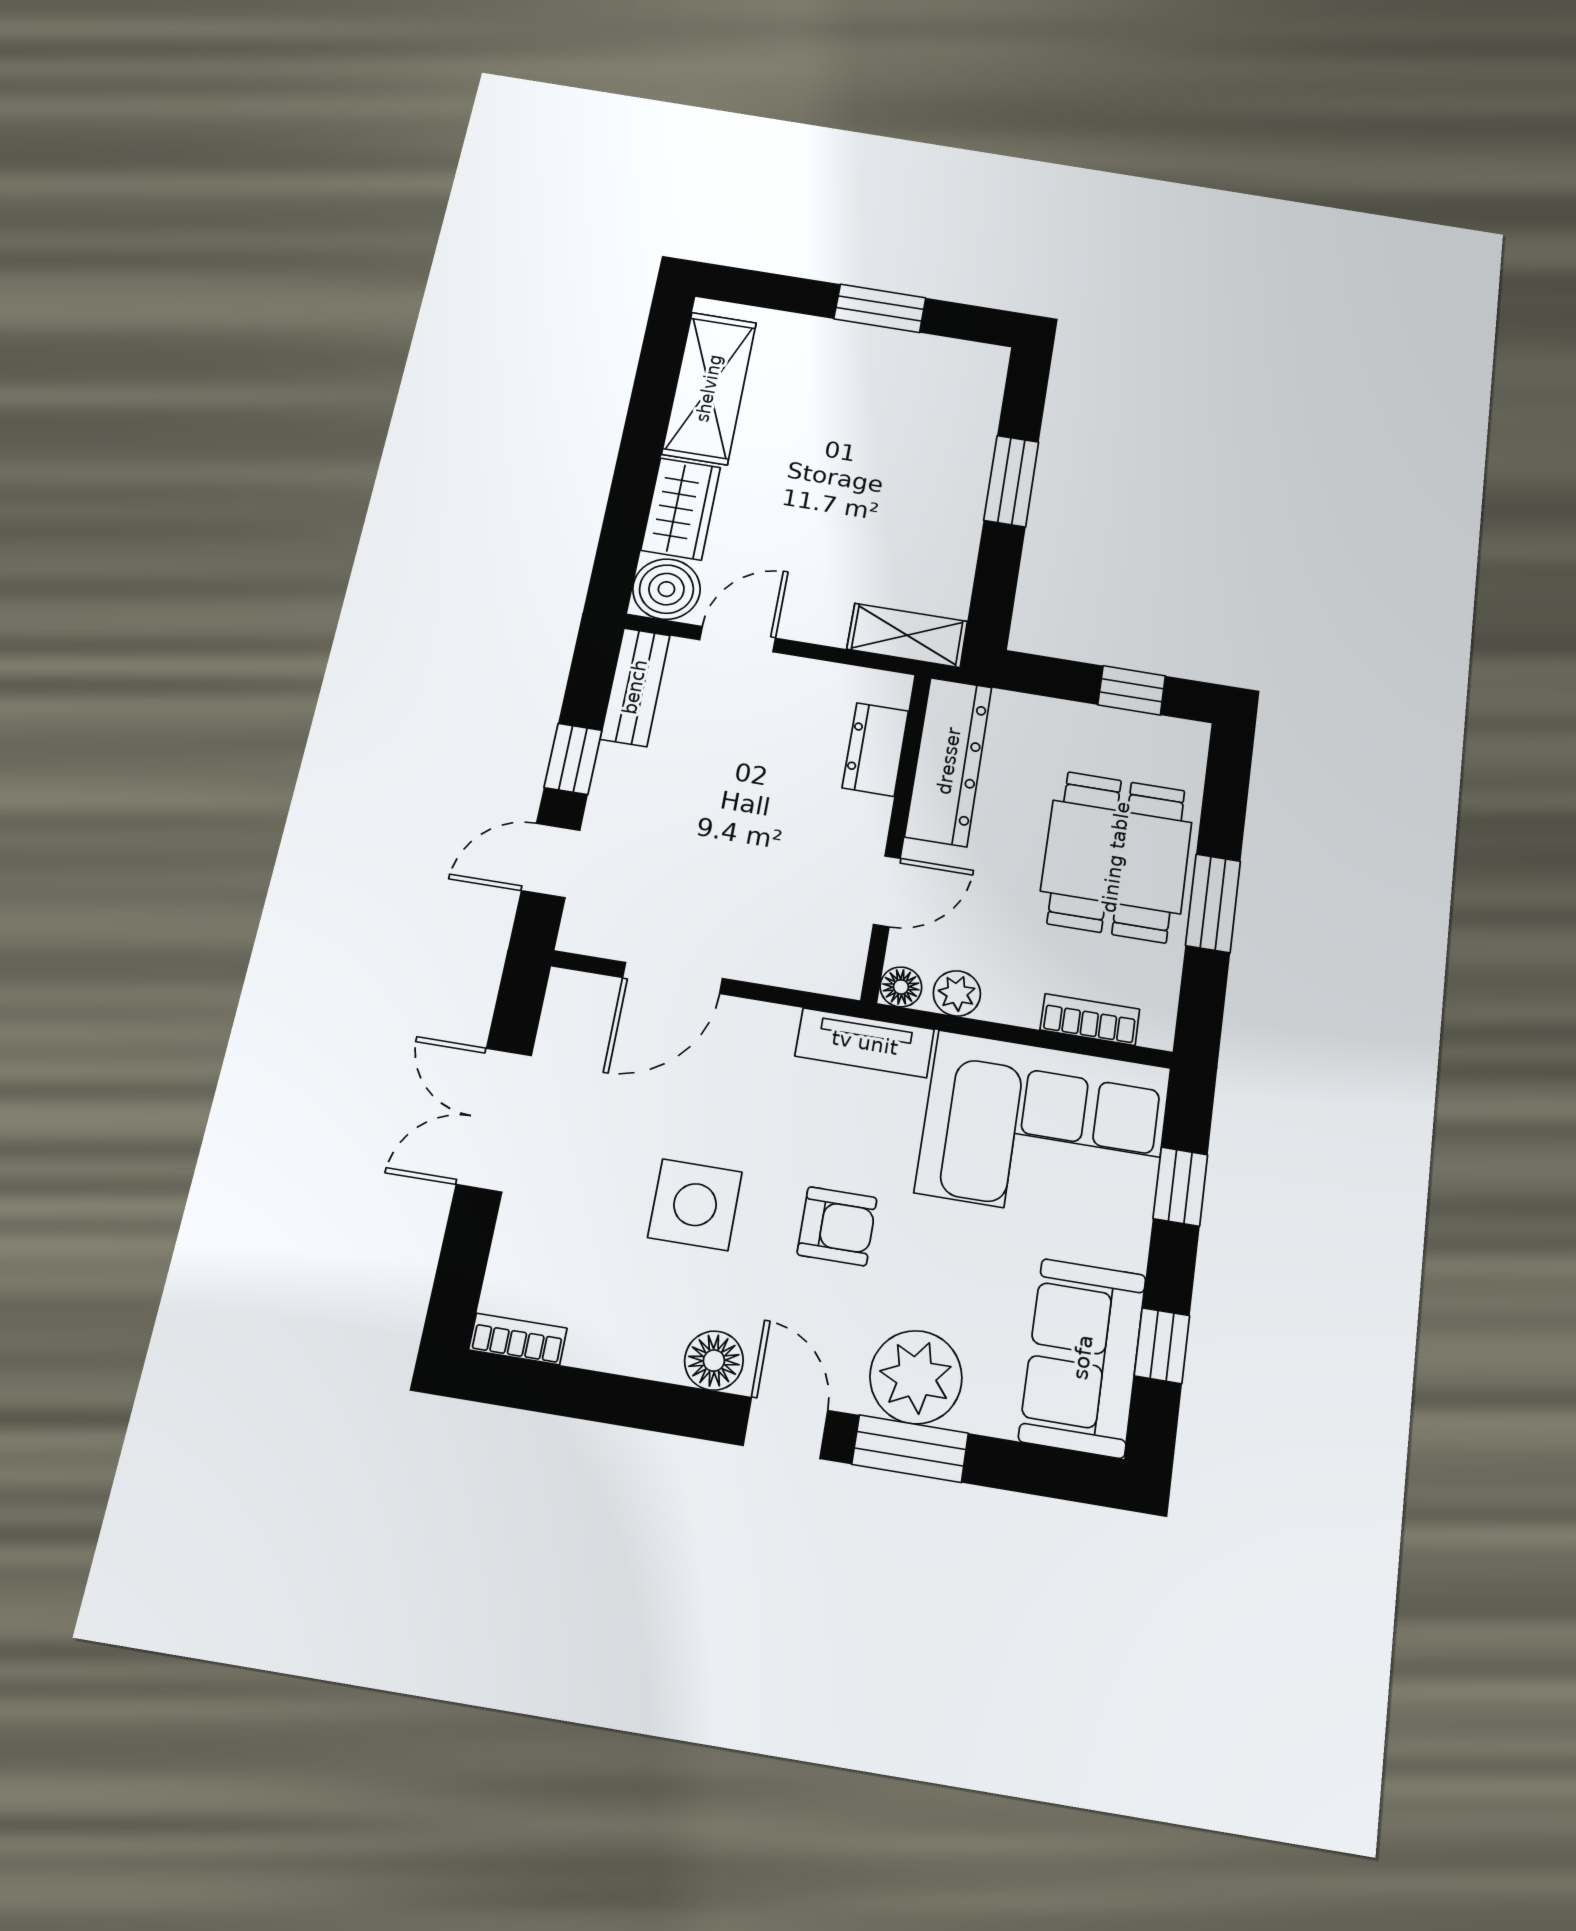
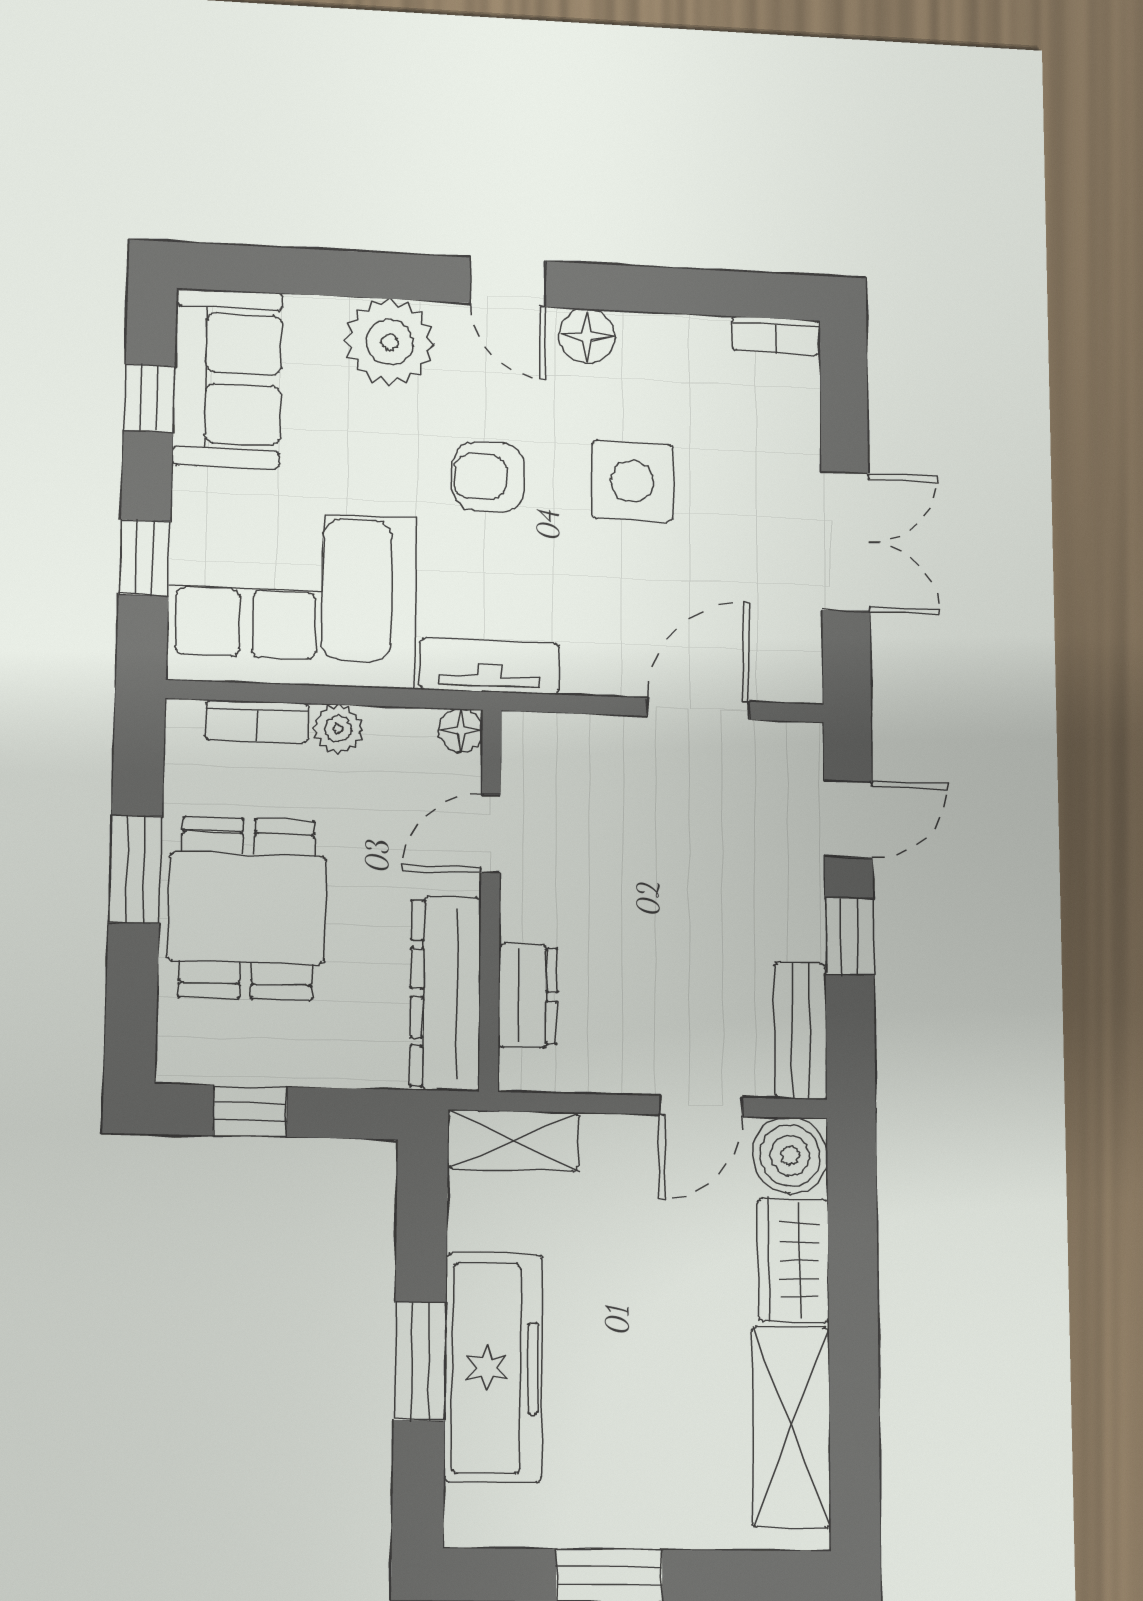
freezer: (951, 467) -> (493, 1368), added
plant: (957, 993) -> (338, 729), moved
window: (910, 1449) -> (386, 276), removed

